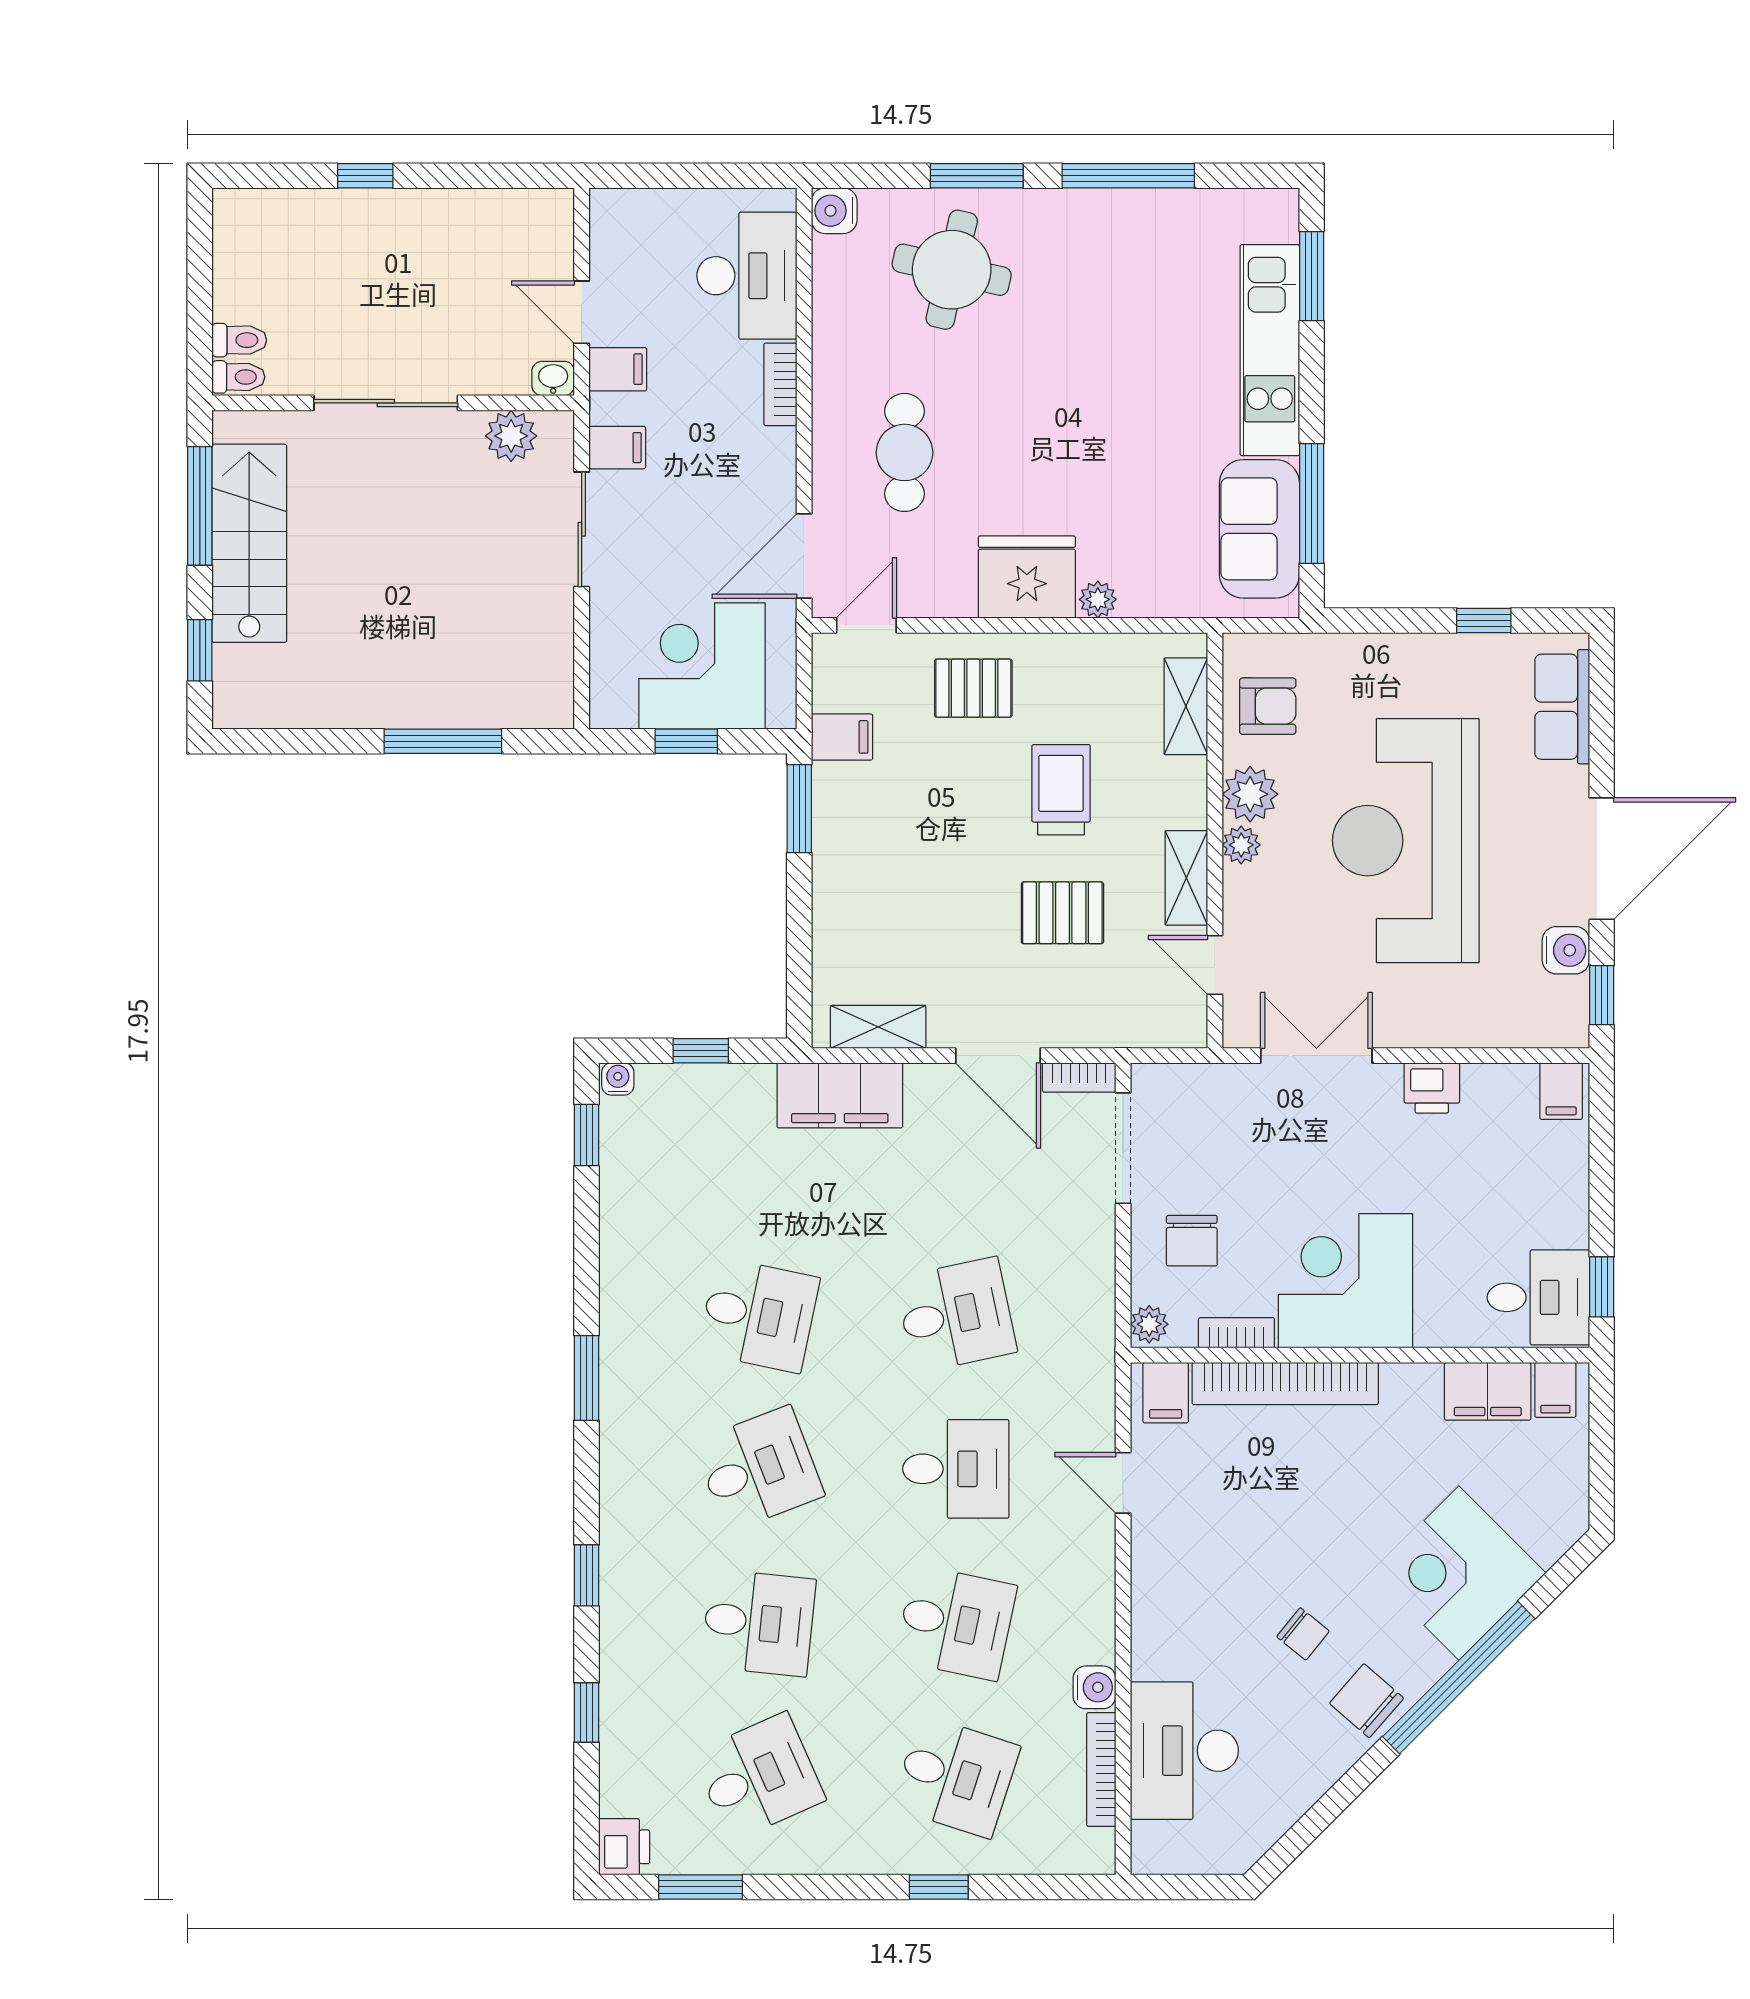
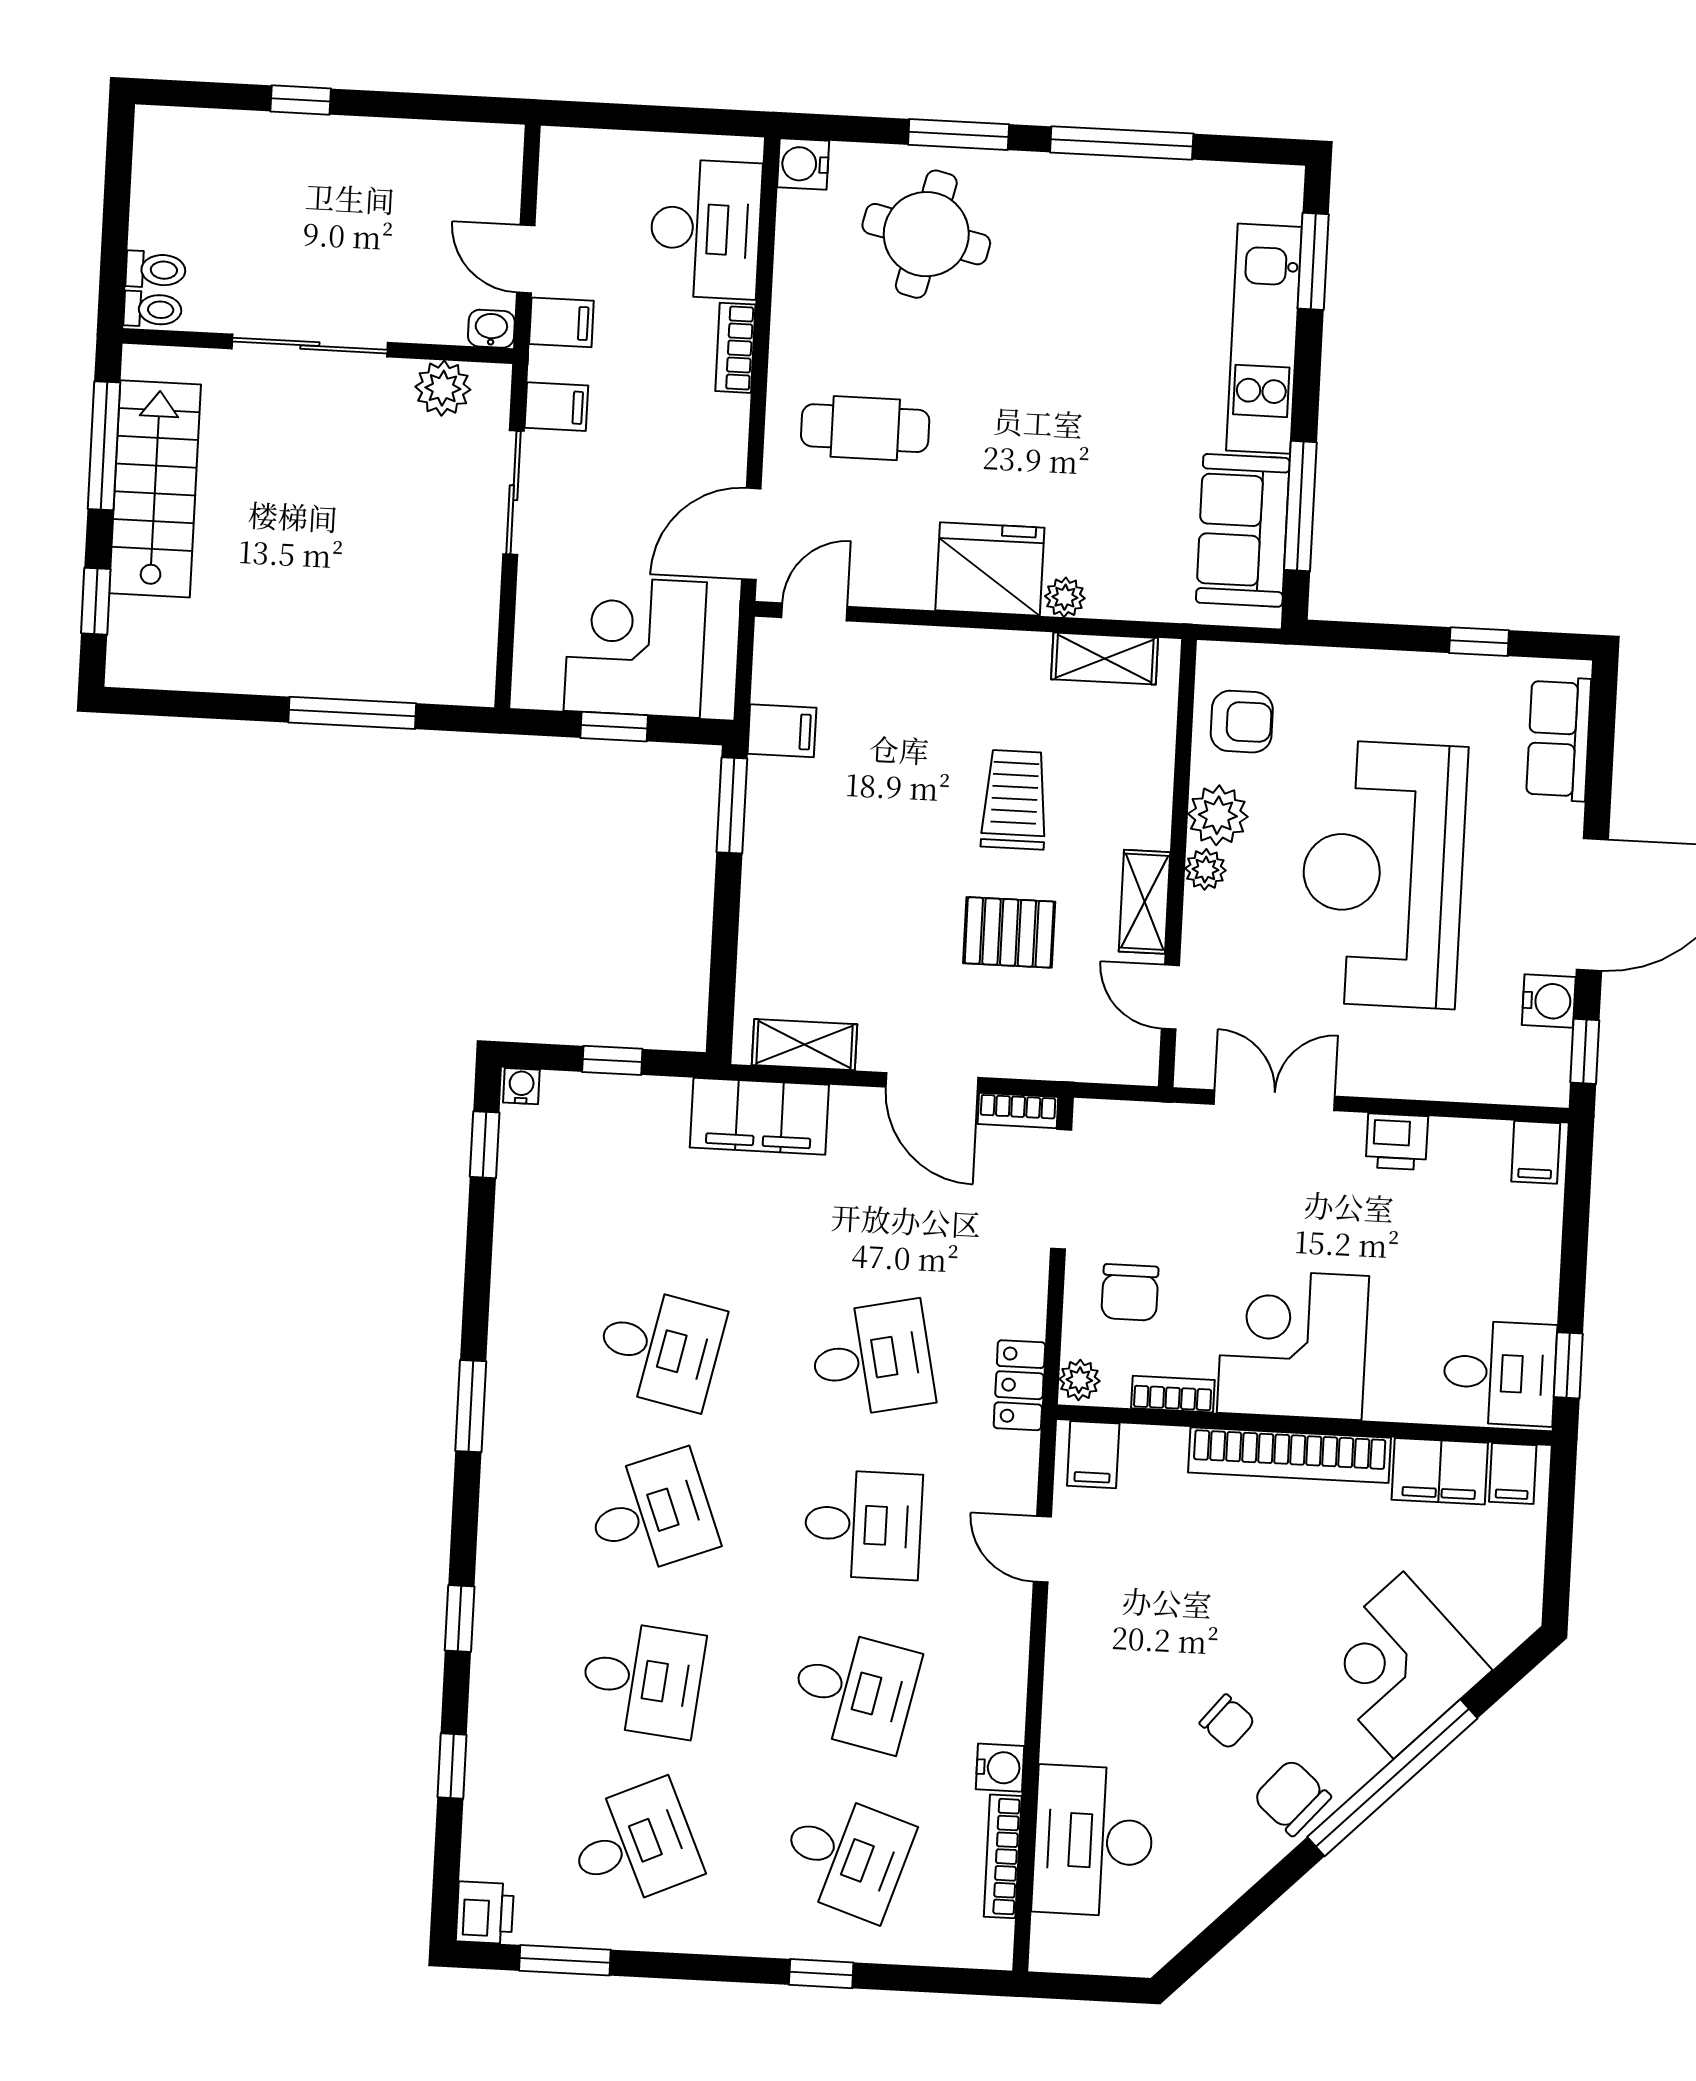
cafe table: (904, 452) -> (865, 428), turned 90
pallet: (973, 688) -> (926, 686), removed
shelving: (1186, 706) -> (1105, 659), moved, turned 90
locker: (1094, 1332) -> (1019, 1385), added
bookcase: (1285, 1384) -> (1289, 1455), moved

